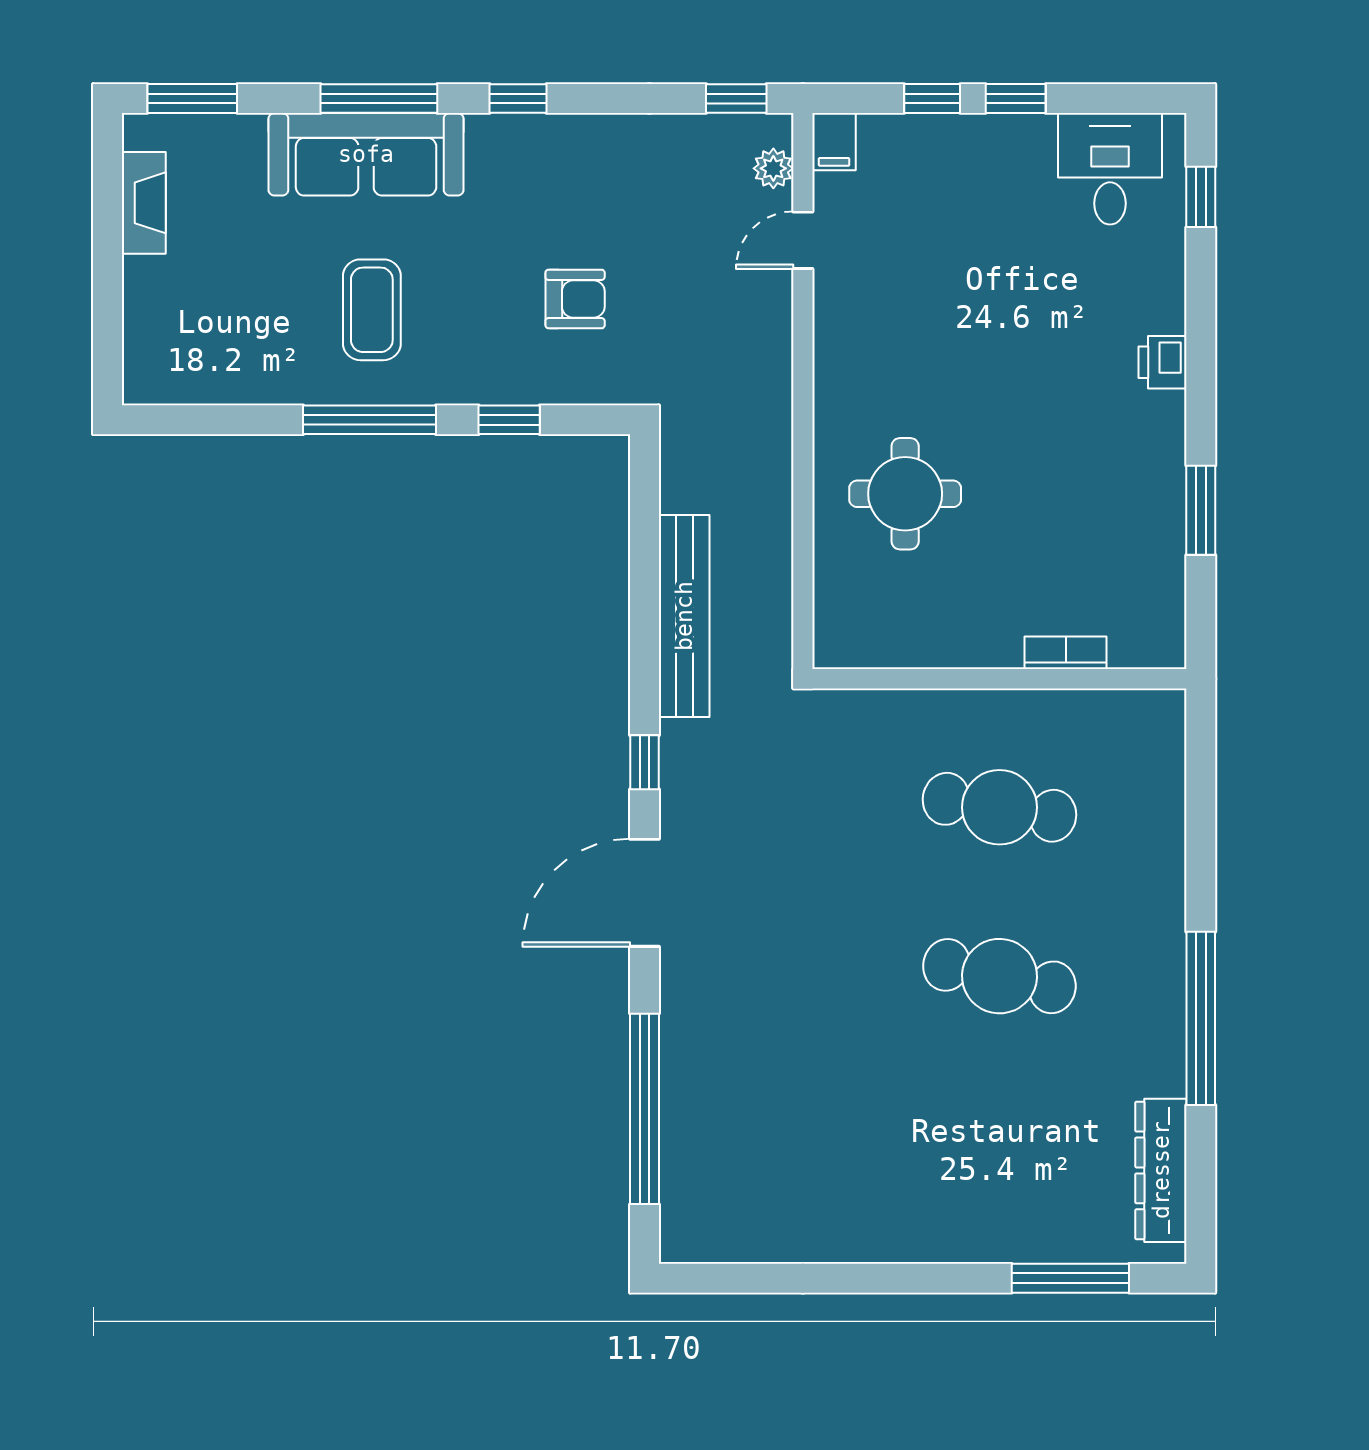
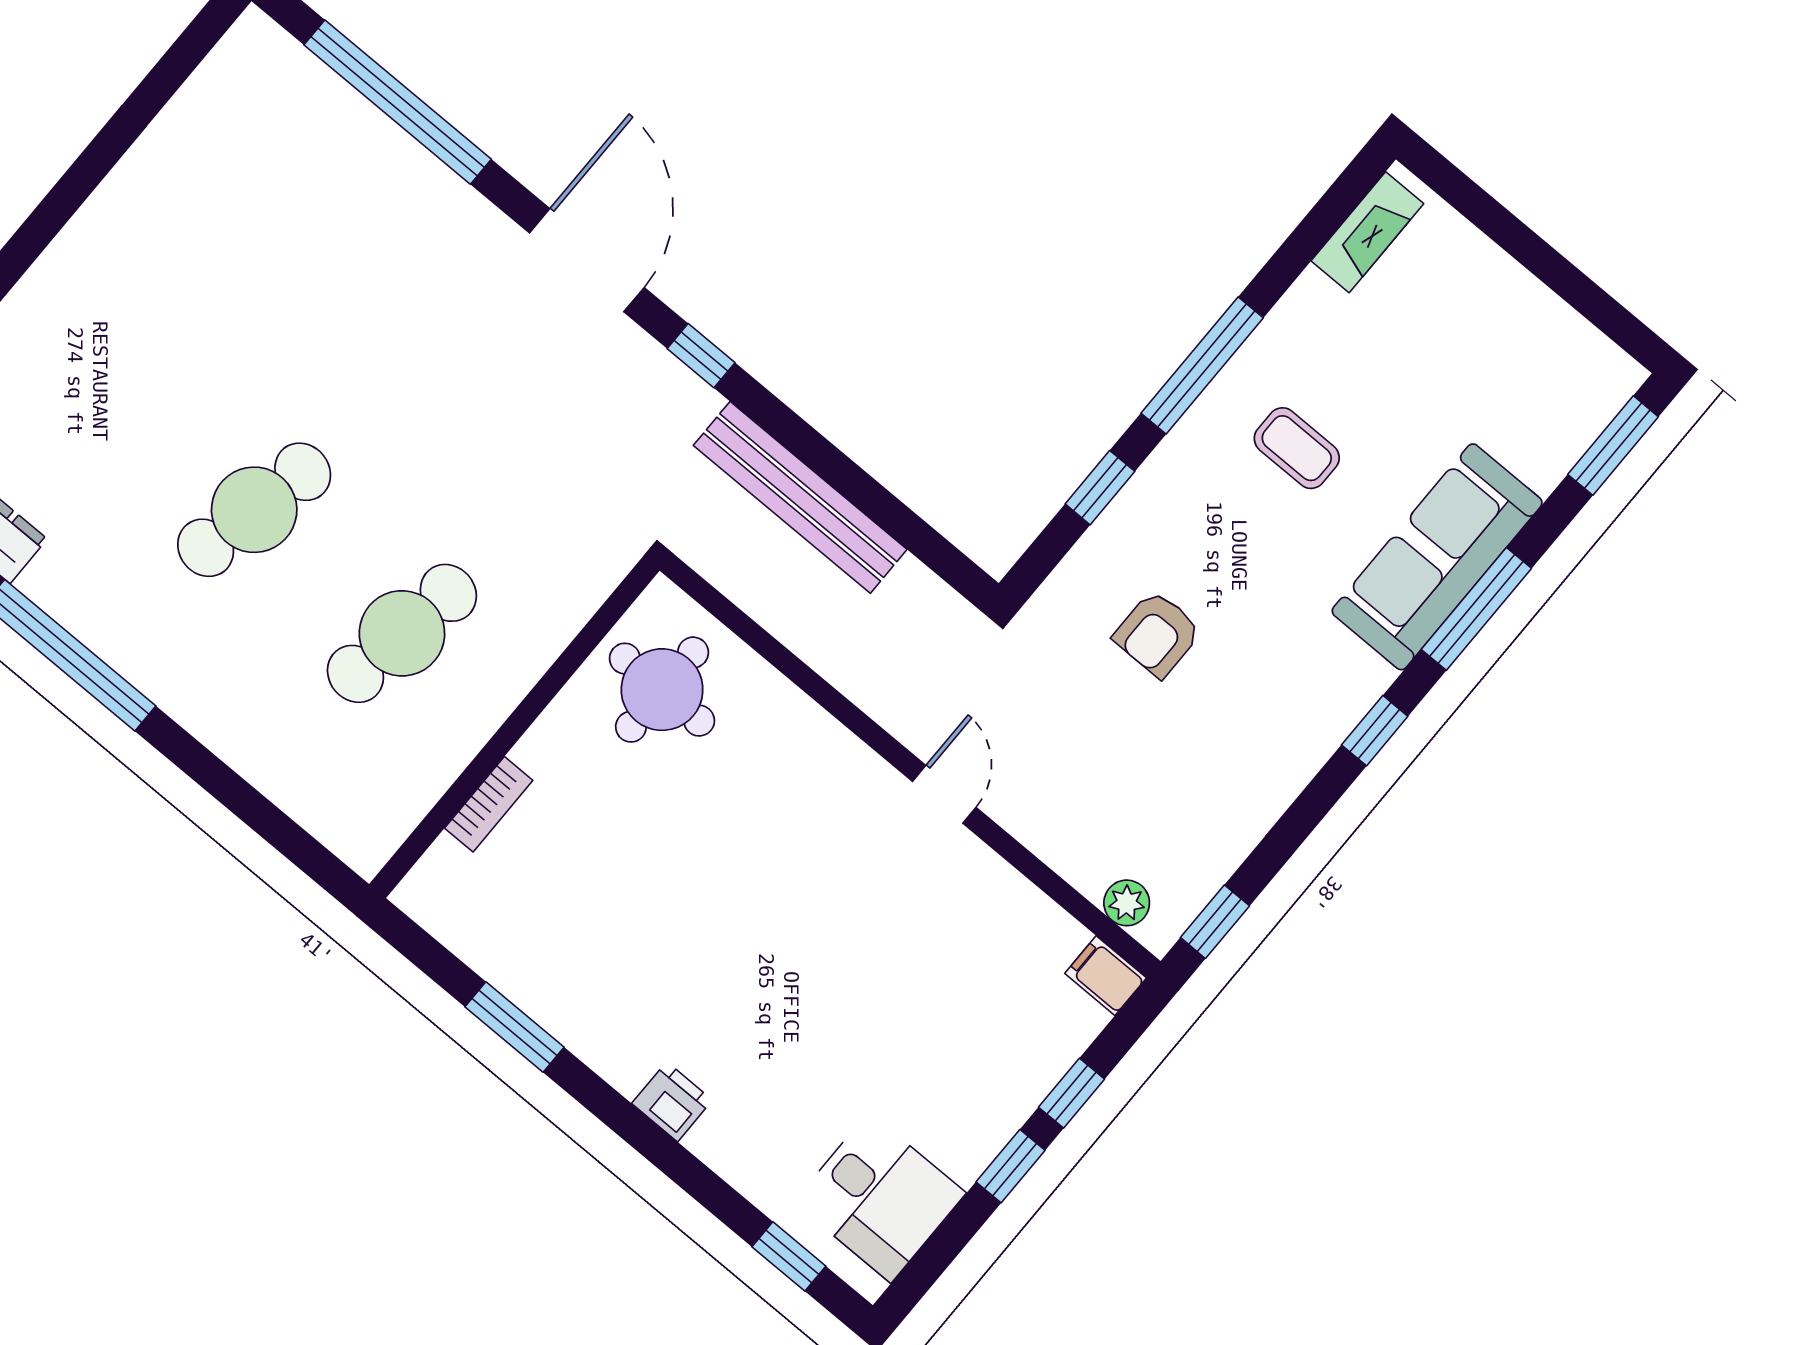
fireplace: (144, 203) -> (1367, 232), moved, turned -90
door: (803, 240) -> (944, 794), moved
coffee table: (372, 310) -> (1297, 448), width x0.73, depth x0.77
round table: (905, 494) -> (662, 690), moved

